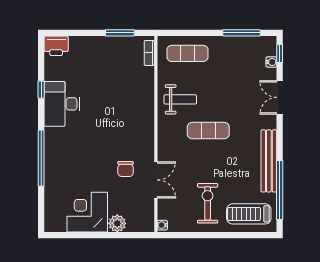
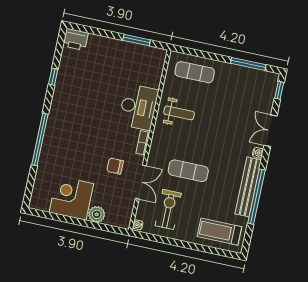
bookcase: (149, 53) -> (143, 143), moved
water cooler: (271, 62) -> (258, 153), moved
desk: (62, 104) -> (138, 107), moved, turned 180
exercise mat: (208, 131) -> (188, 171), moved
chair: (126, 169) -> (115, 166), turned 90
window: (280, 190) -> (256, 197), moved
exercise bike: (208, 203) -> (168, 209), moved

